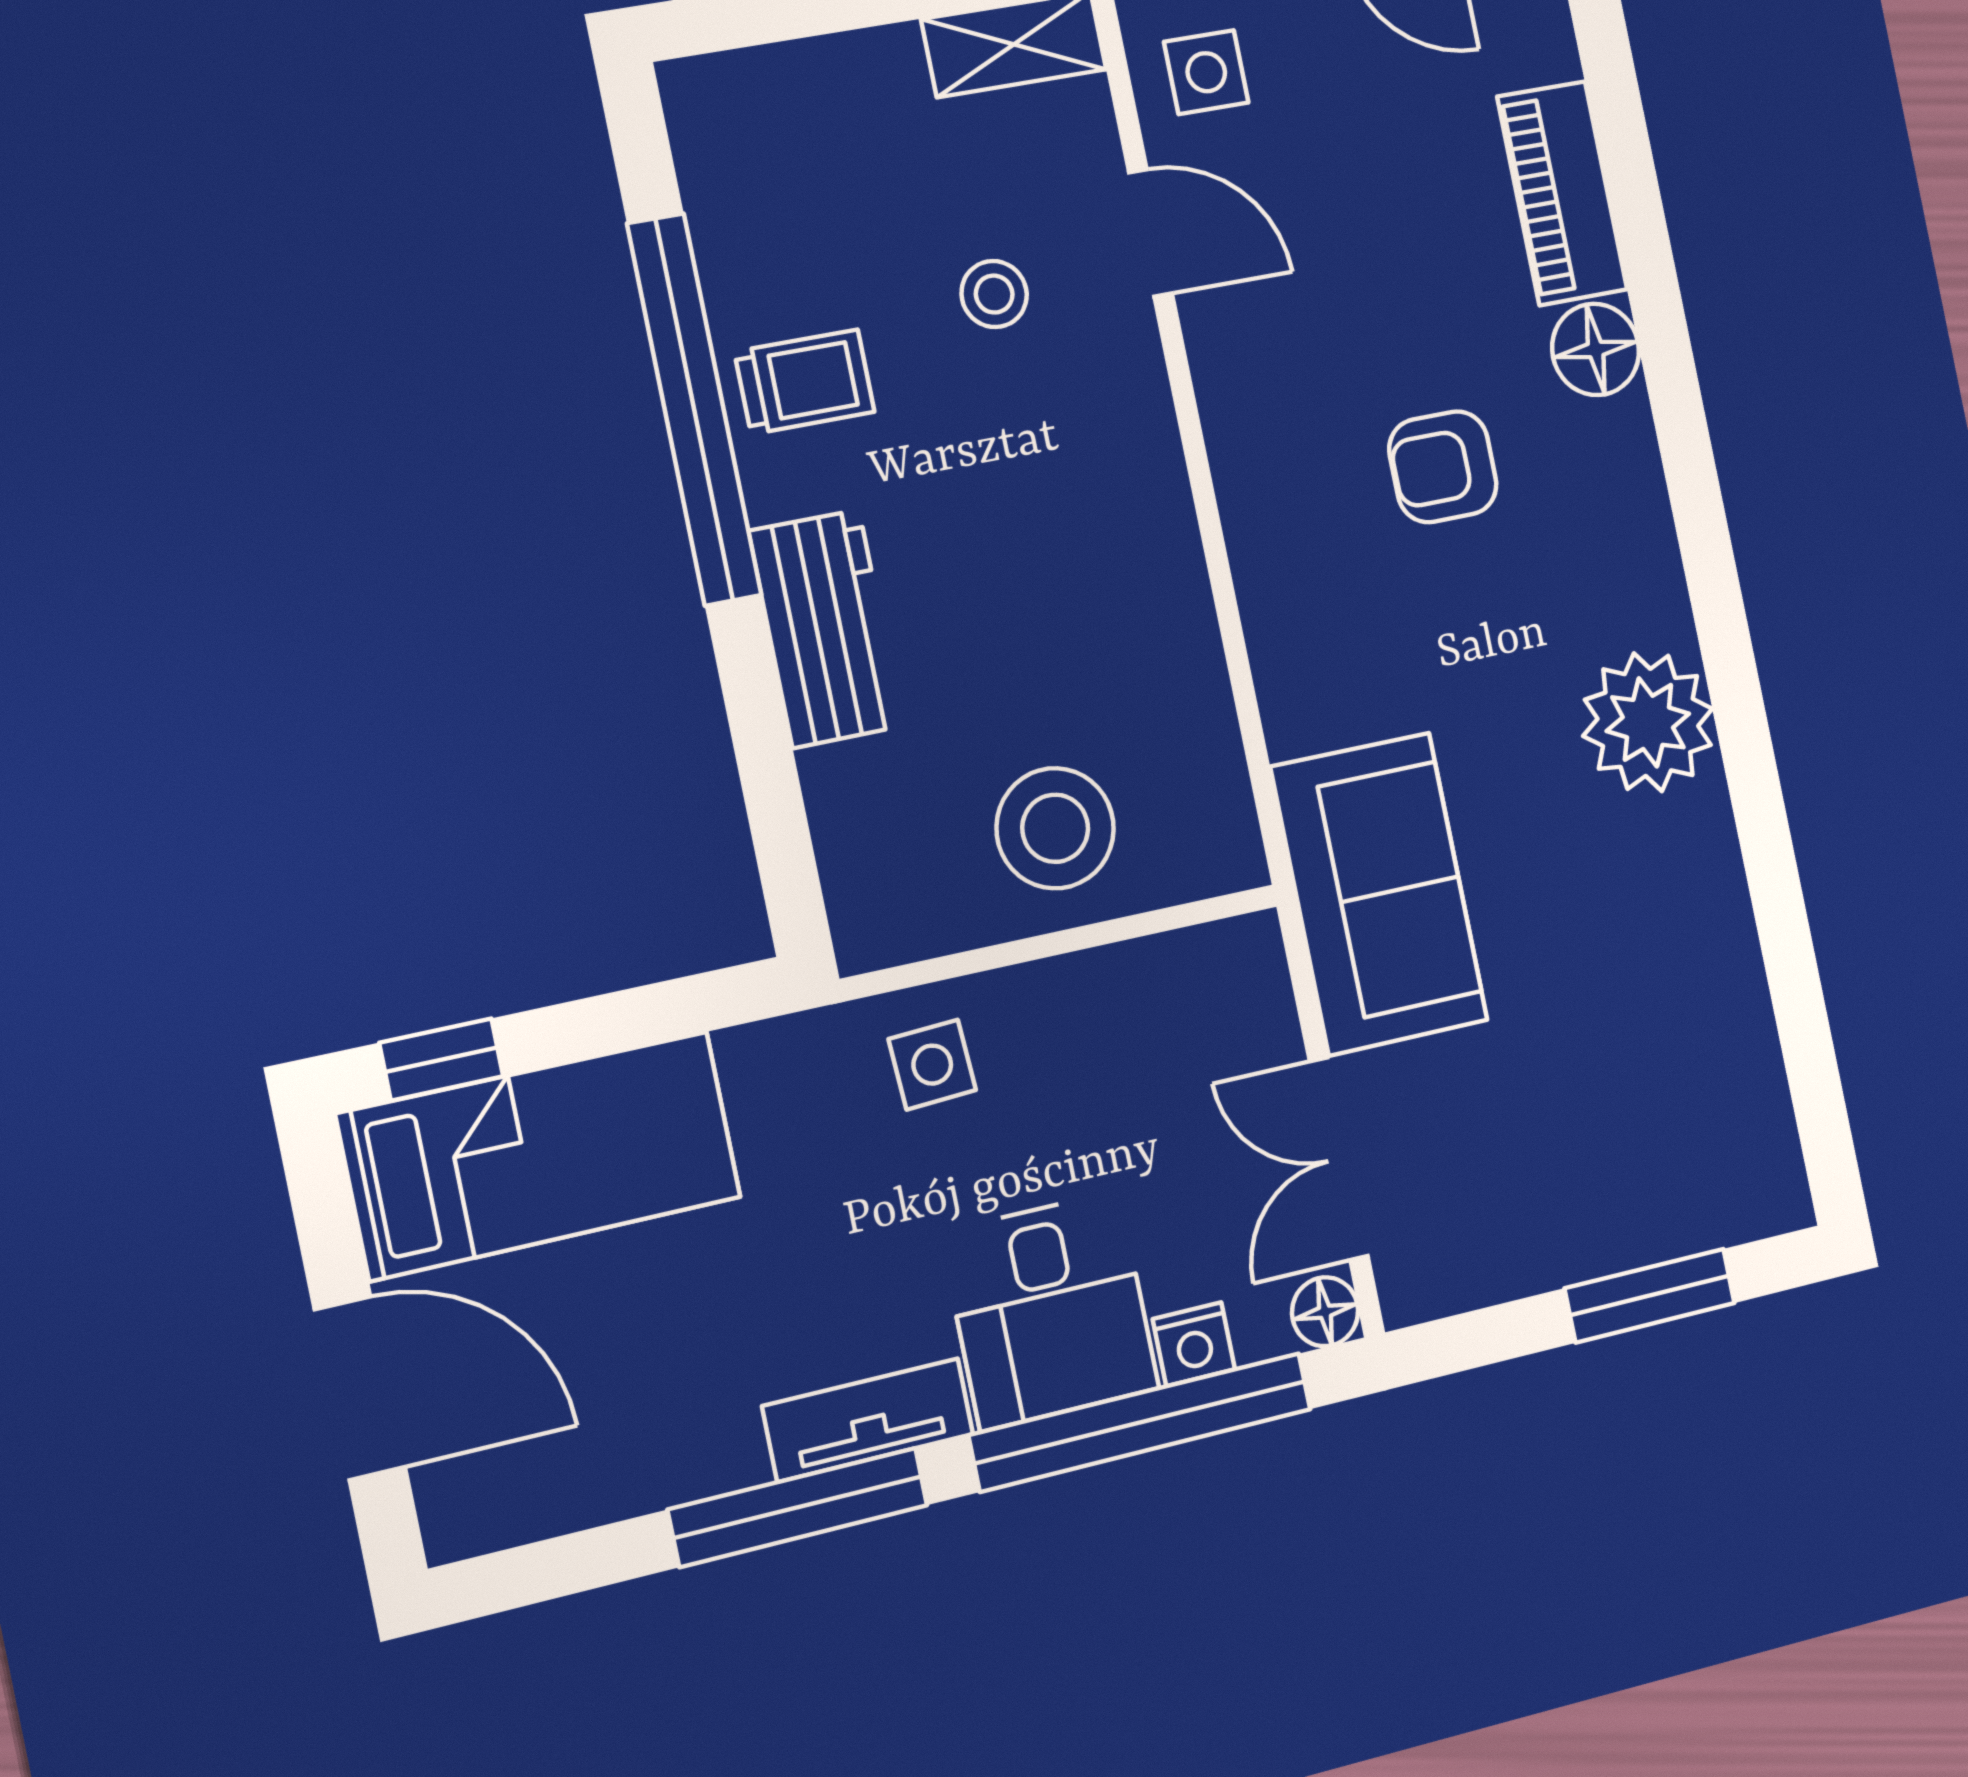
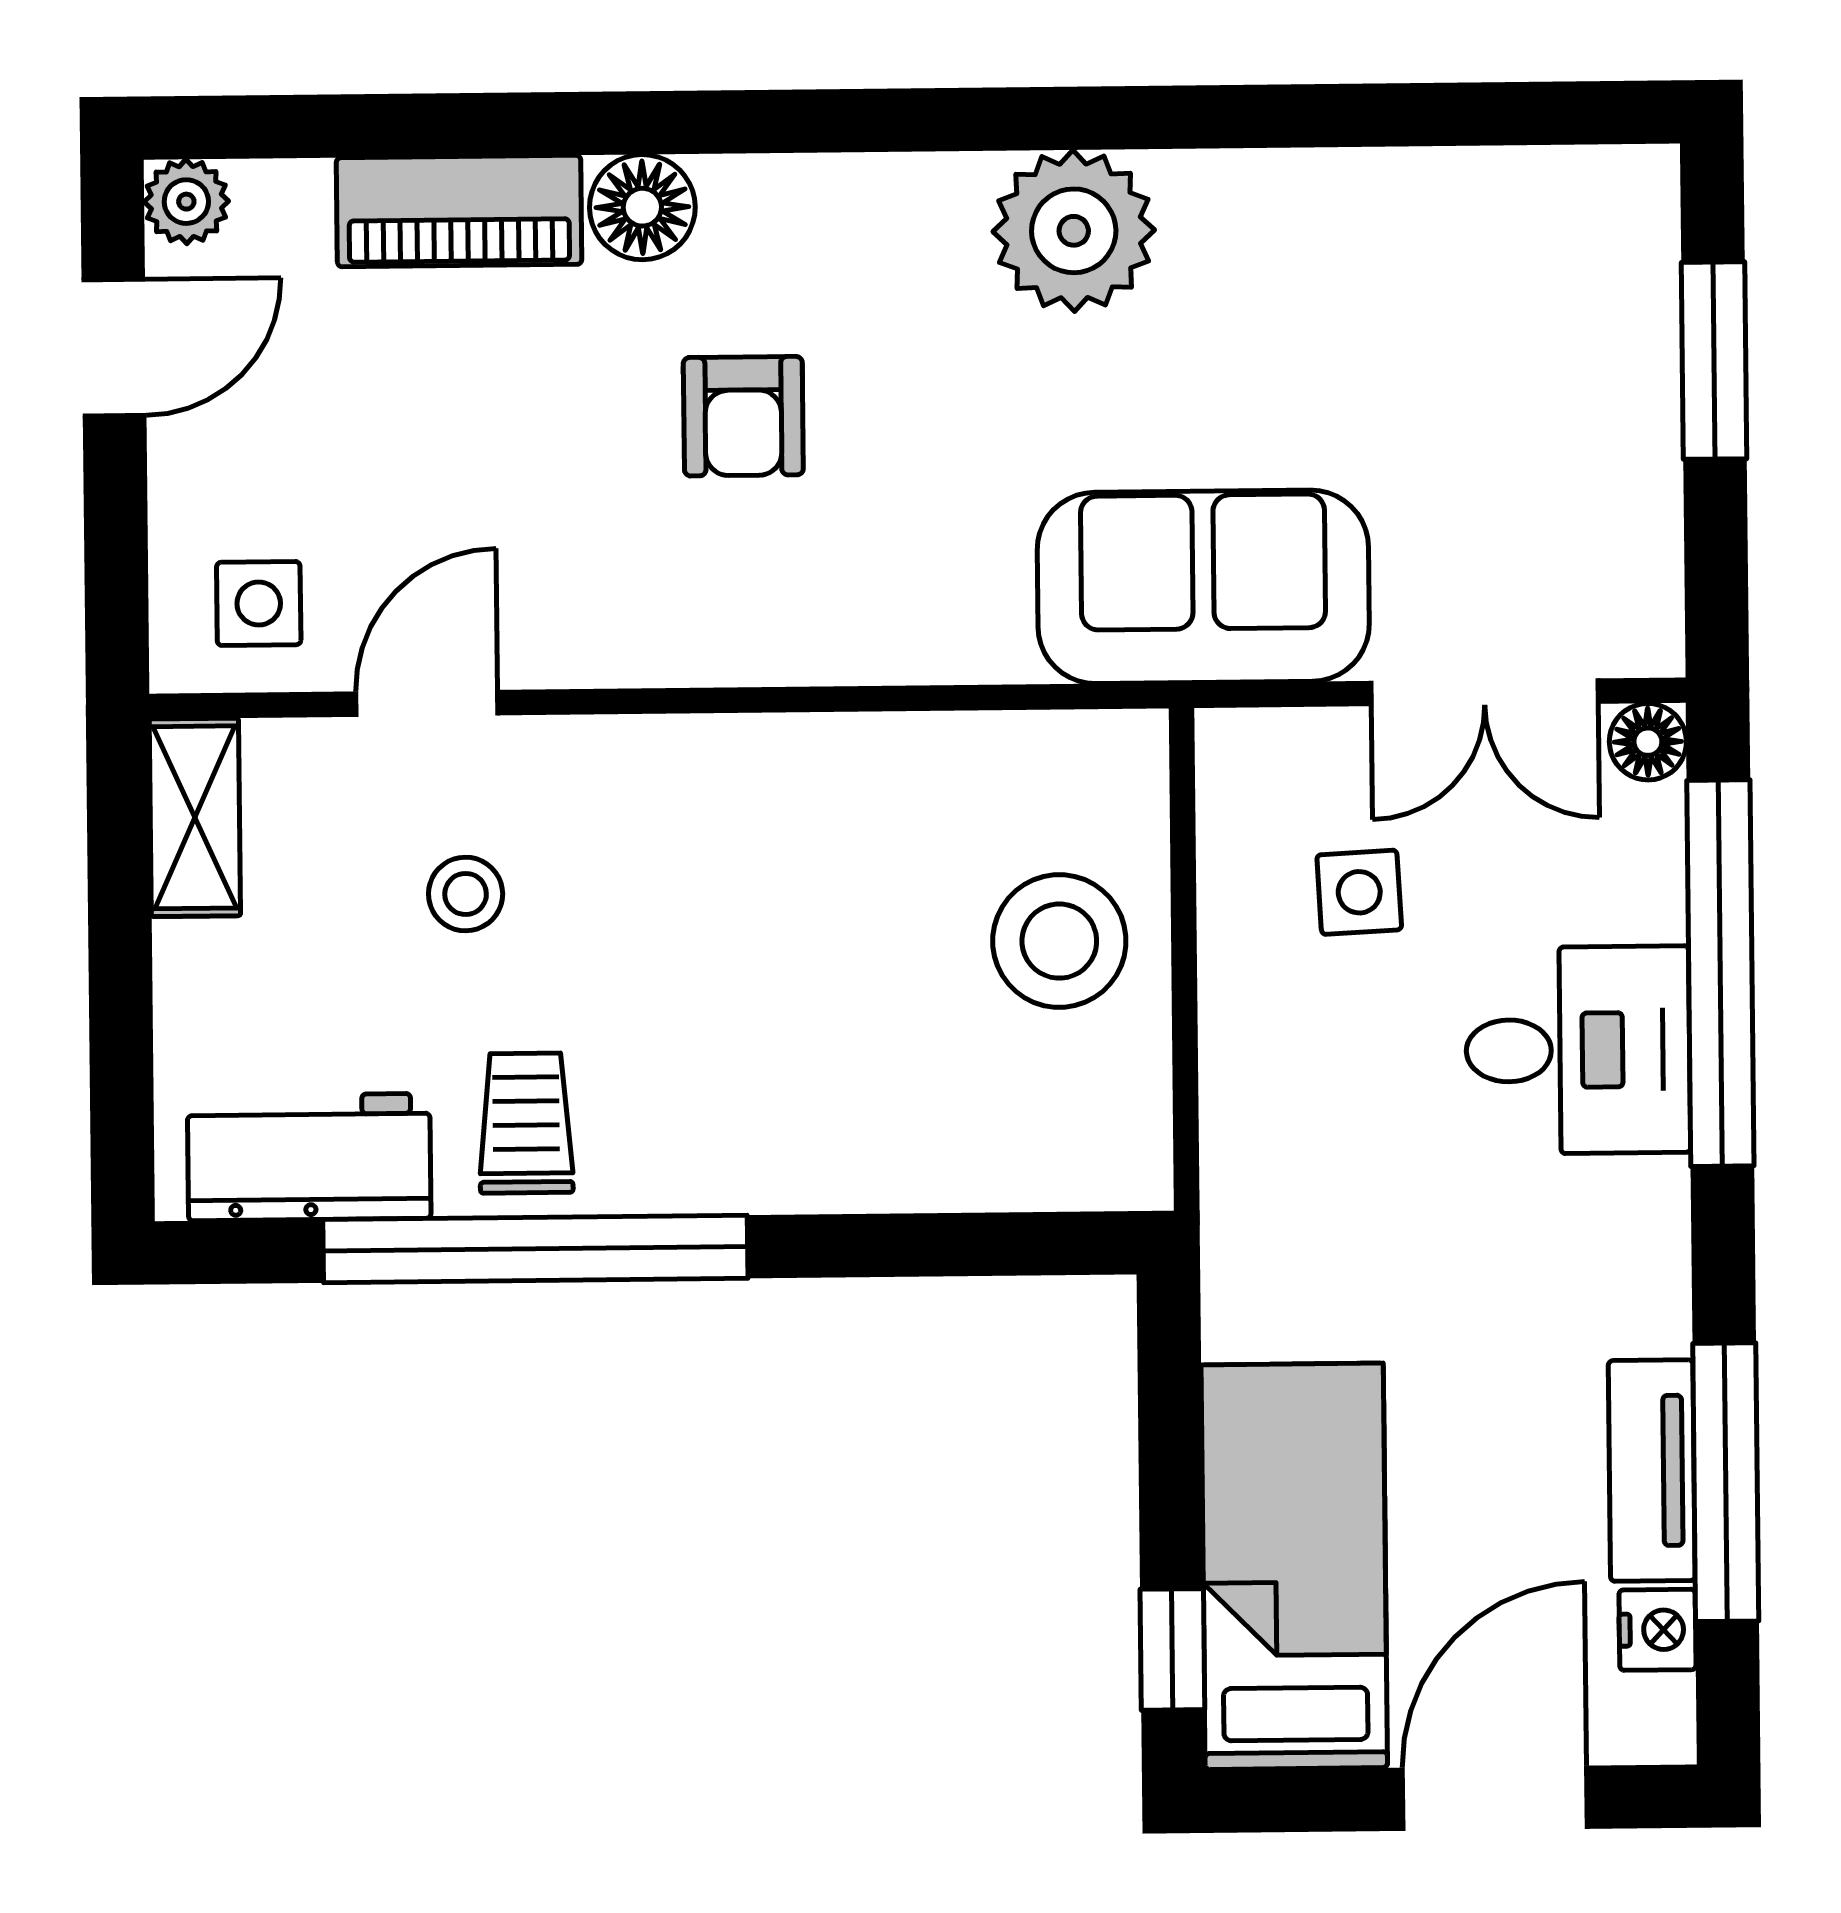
workbench: (826, 629) -> (309, 1157), moved
side table: (932, 1065) -> (1359, 892), moved
nightstand: (1194, 1344) -> (1657, 1630), moved
tv unit: (868, 1420) -> (1652, 1471), moved
window: (798, 1507) -> (1726, 1482), moved

